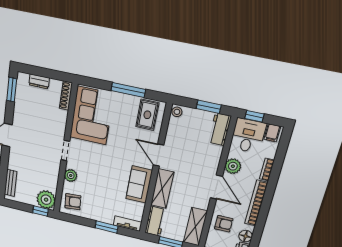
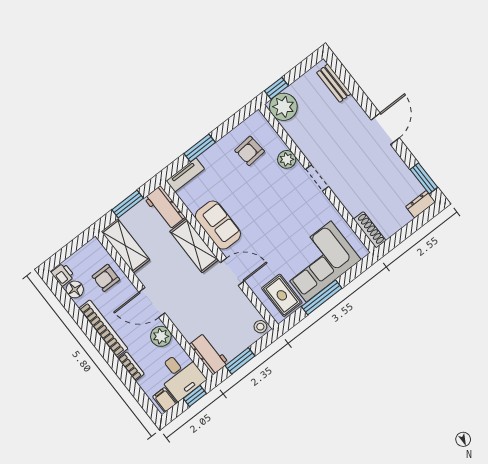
dresser: (39, 81) -> (420, 204), moved
corner sofa: (92, 116) -> (319, 262), moved, turned 90
armchair: (73, 202) -> (250, 151), moved

